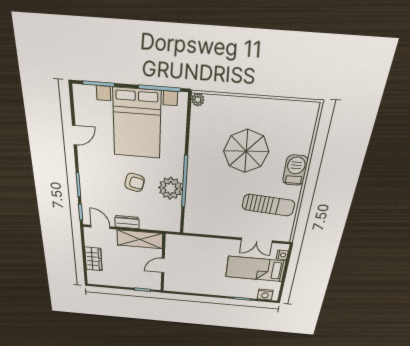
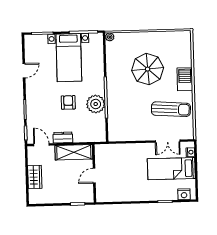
bed with nightstands: (137, 124) -> (69, 58), width x0.73
armchair: (135, 182) -> (68, 102), turned -103

